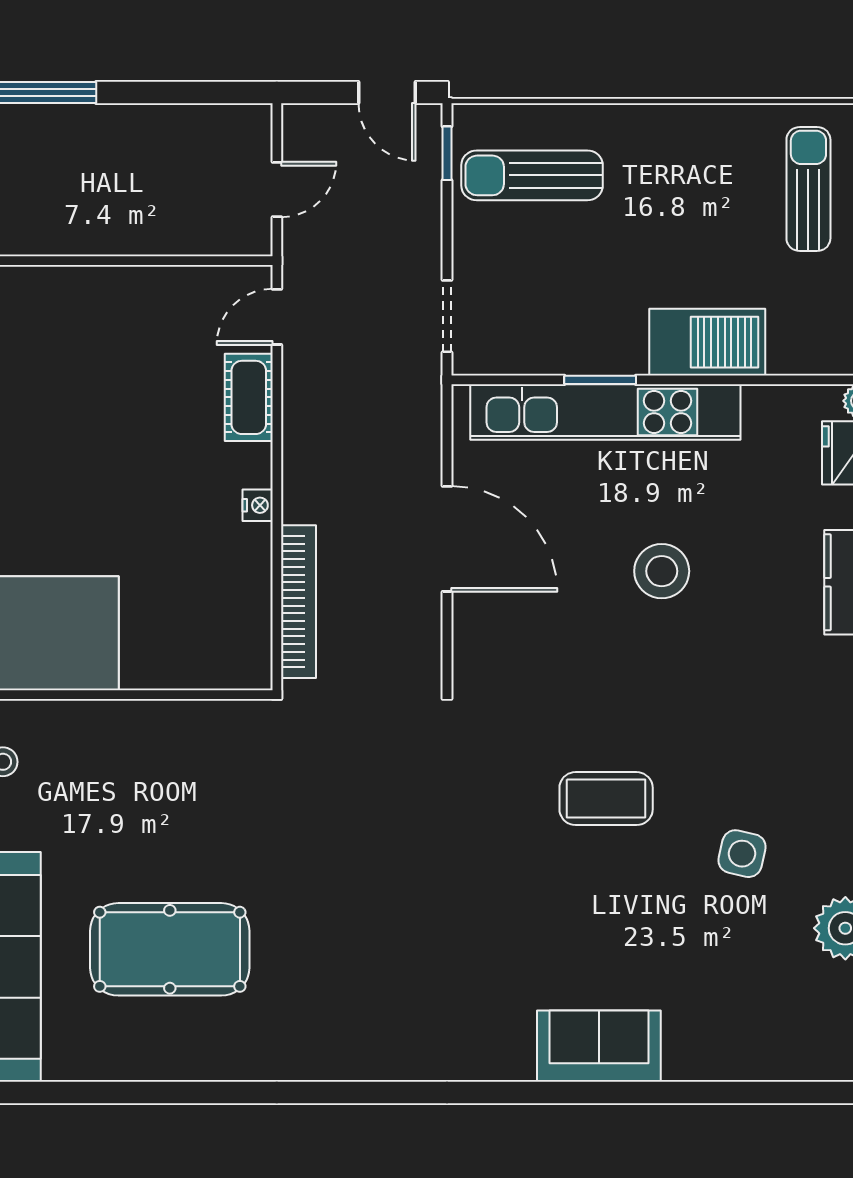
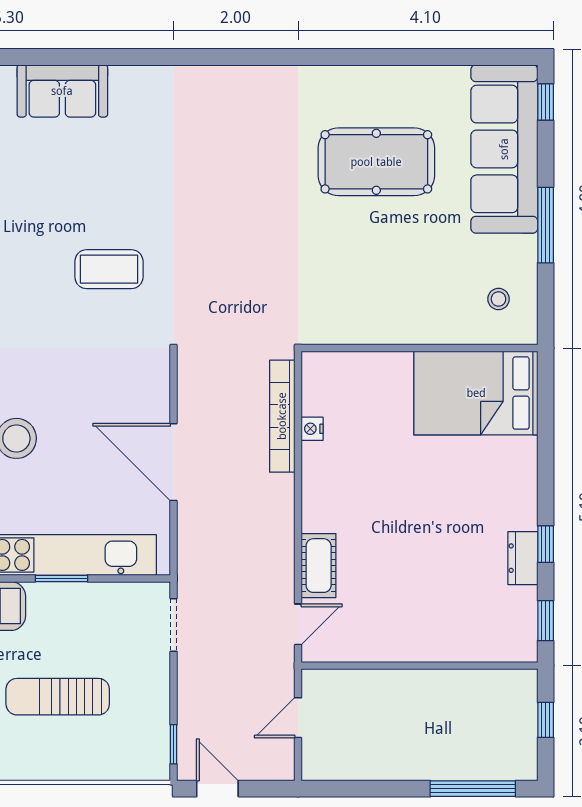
sun lounger: (532, 175) -> (58, 697), moved, turned 180
nightstand: (258, 505) -> (312, 429), moved
coffee table: (606, 799) -> (109, 269), moved

